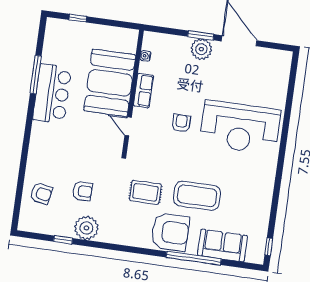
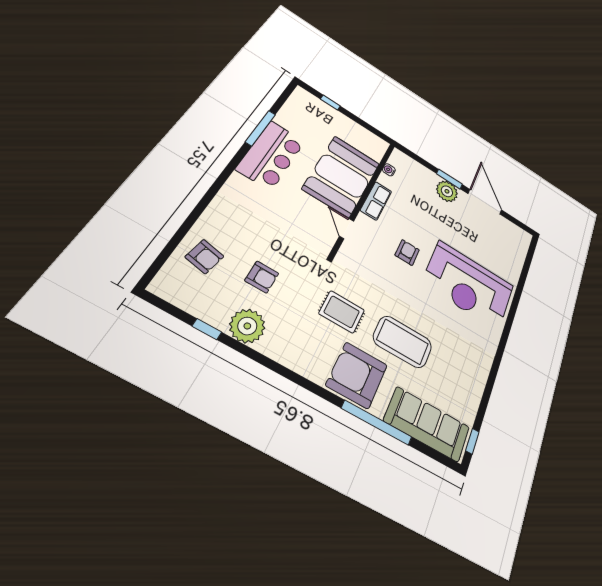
armchair: (170, 232) -> (357, 375), turned 180
sofa: (222, 246) -> (427, 424), width x1.36

